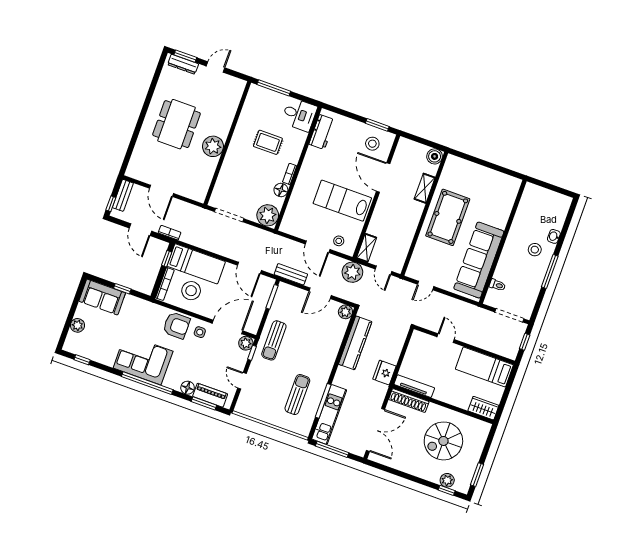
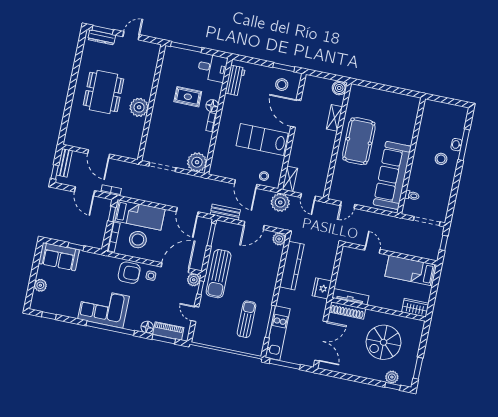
floor lamp: (281, 190) -> (212, 106), moved
window: (550, 272) -> (464, 145), moved
sun lounger: (274, 340) -> (219, 274), width x1.36, depth x1.34

